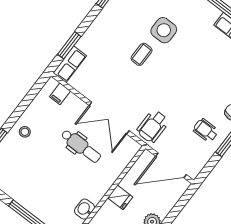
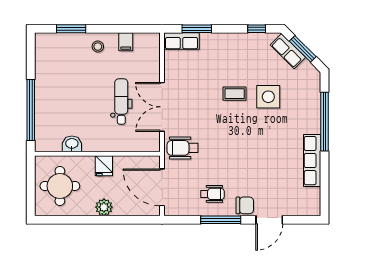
filing cabinet: (60, 94) -> (126, 42), moved, turned -90
wheelchair: (206, 130) -> (212, 194), turned 90
dental chair: (81, 146) -> (121, 102), turned 180

